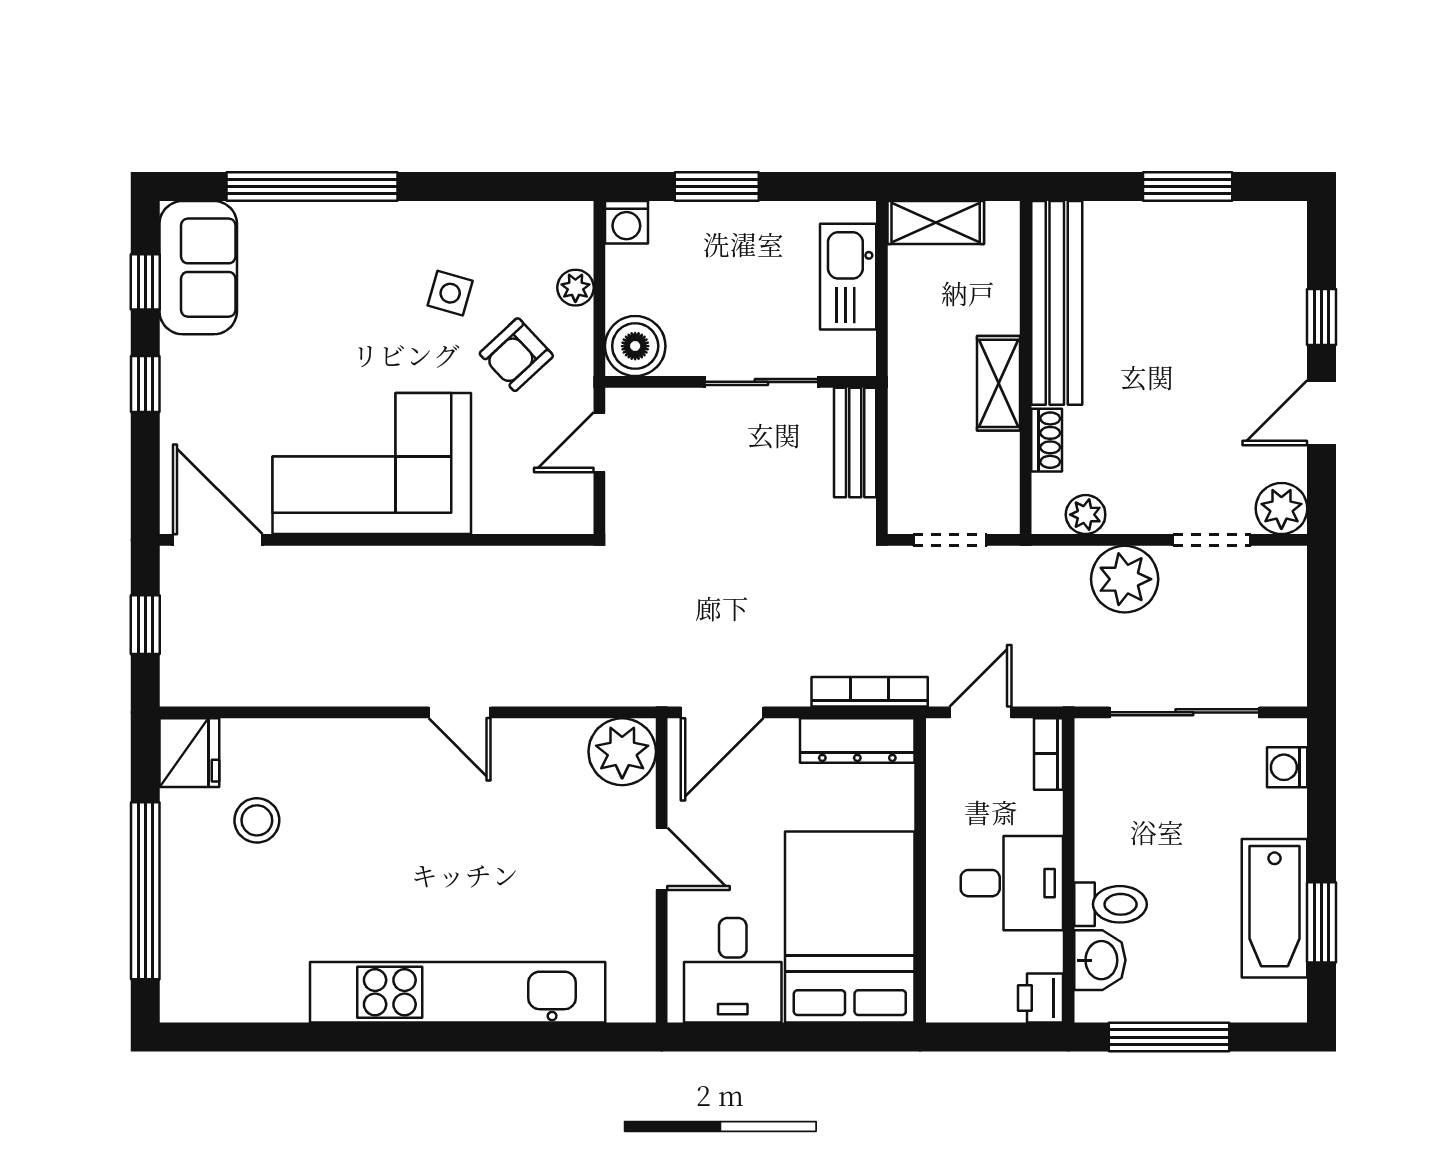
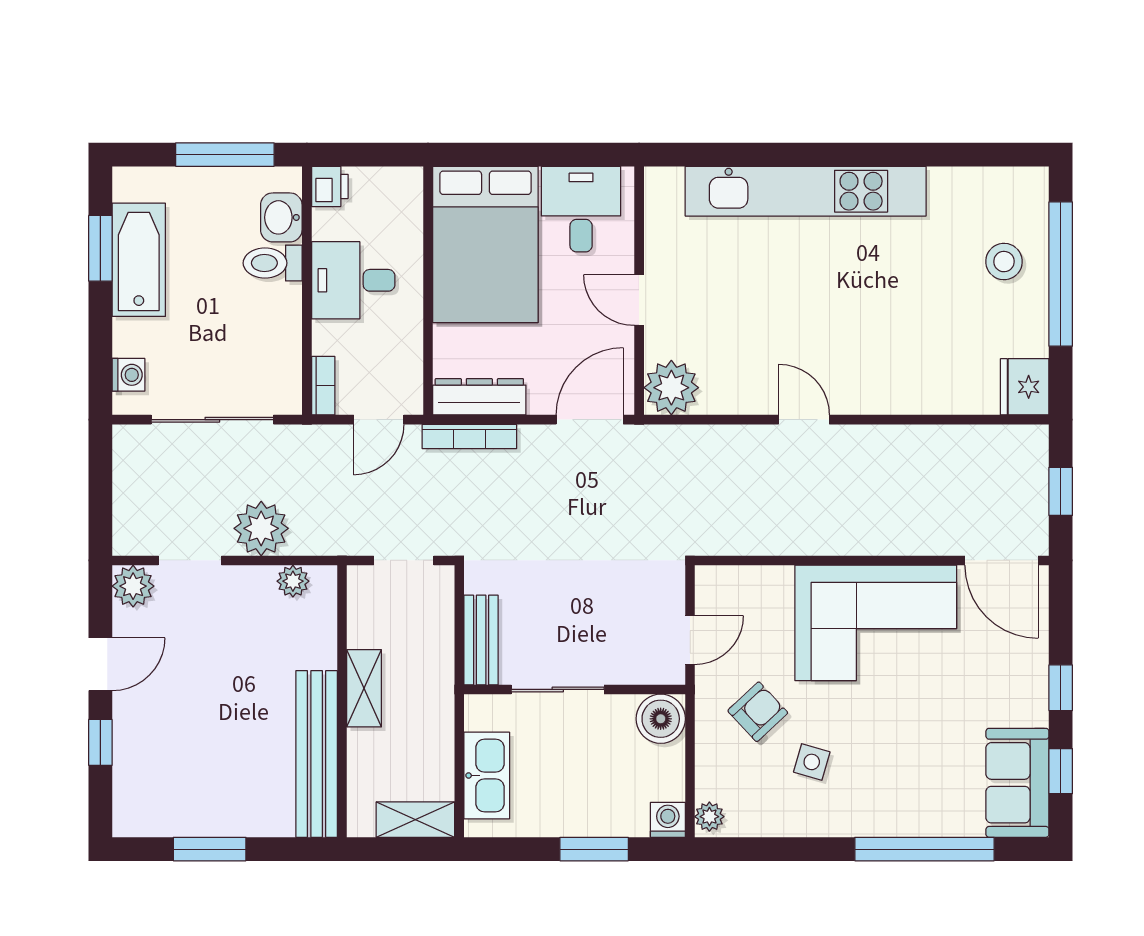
plant: (575, 288) -> (709, 817), moved
shoe rack: (1047, 440) -> (325, 642), removed
stool: (257, 820) -> (1004, 262), moved

